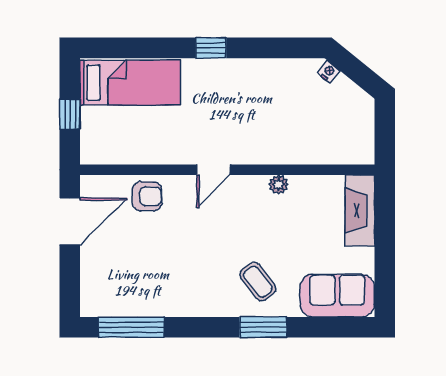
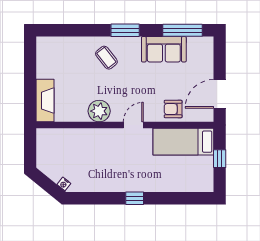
bed: (130, 83) -> (183, 142), moved
plant: (278, 184) -> (99, 111), width x1.88, depth x1.88
sofa: (337, 296) -> (164, 49), moved
window: (263, 327) -> (125, 30), moved

